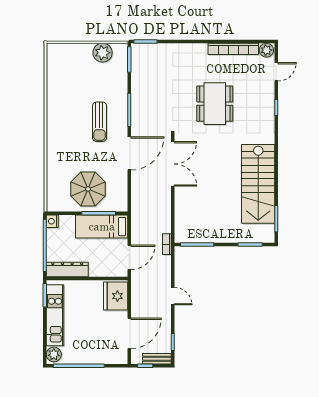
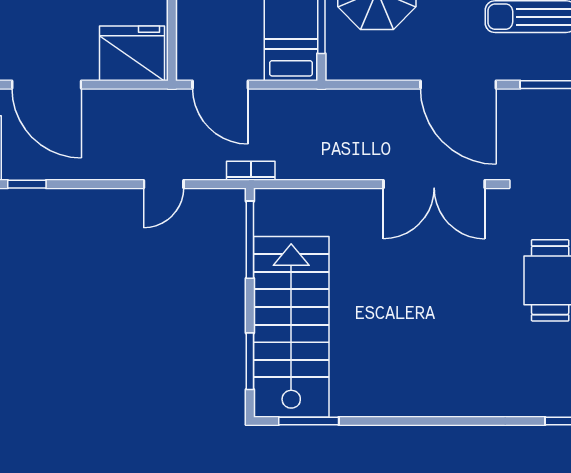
stairs: (258, 184) -> (291, 327), moved, turned 90
door: (173, 296) -> (164, 184), moved

